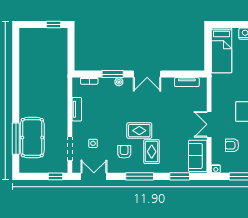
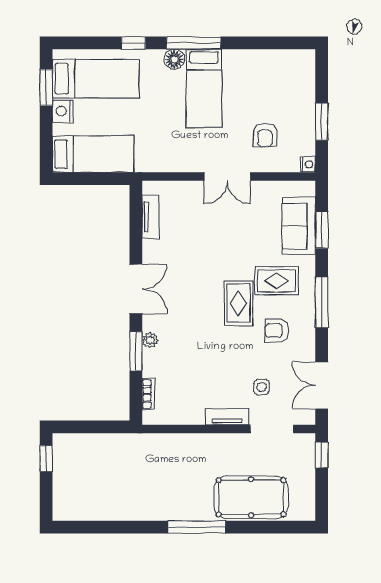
tv unit: (77, 109) -> (227, 417), moved
window: (16, 139) -> (197, 527), moved
sofa: (198, 156) -> (299, 226), moved, turned 90

